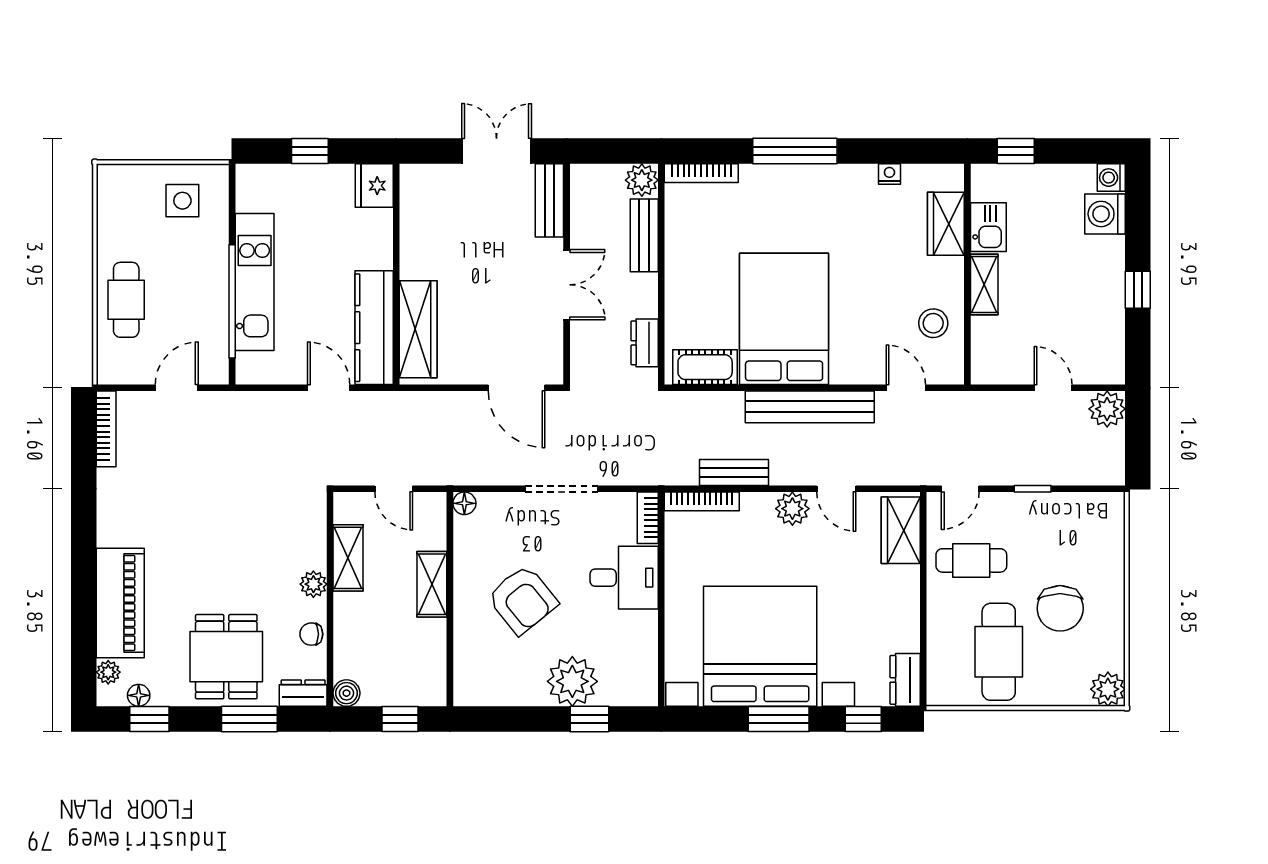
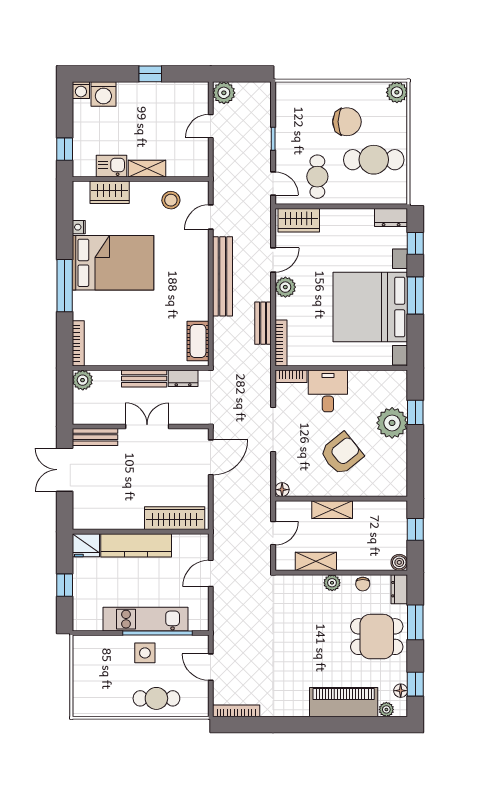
side table: (182, 201) -> (145, 653), moved
bench: (644, 235) -> (144, 379), moved
bed: (784, 319) -> (113, 263), moved, turned 180
kitchen counter: (374, 328) -> (136, 545), moved

